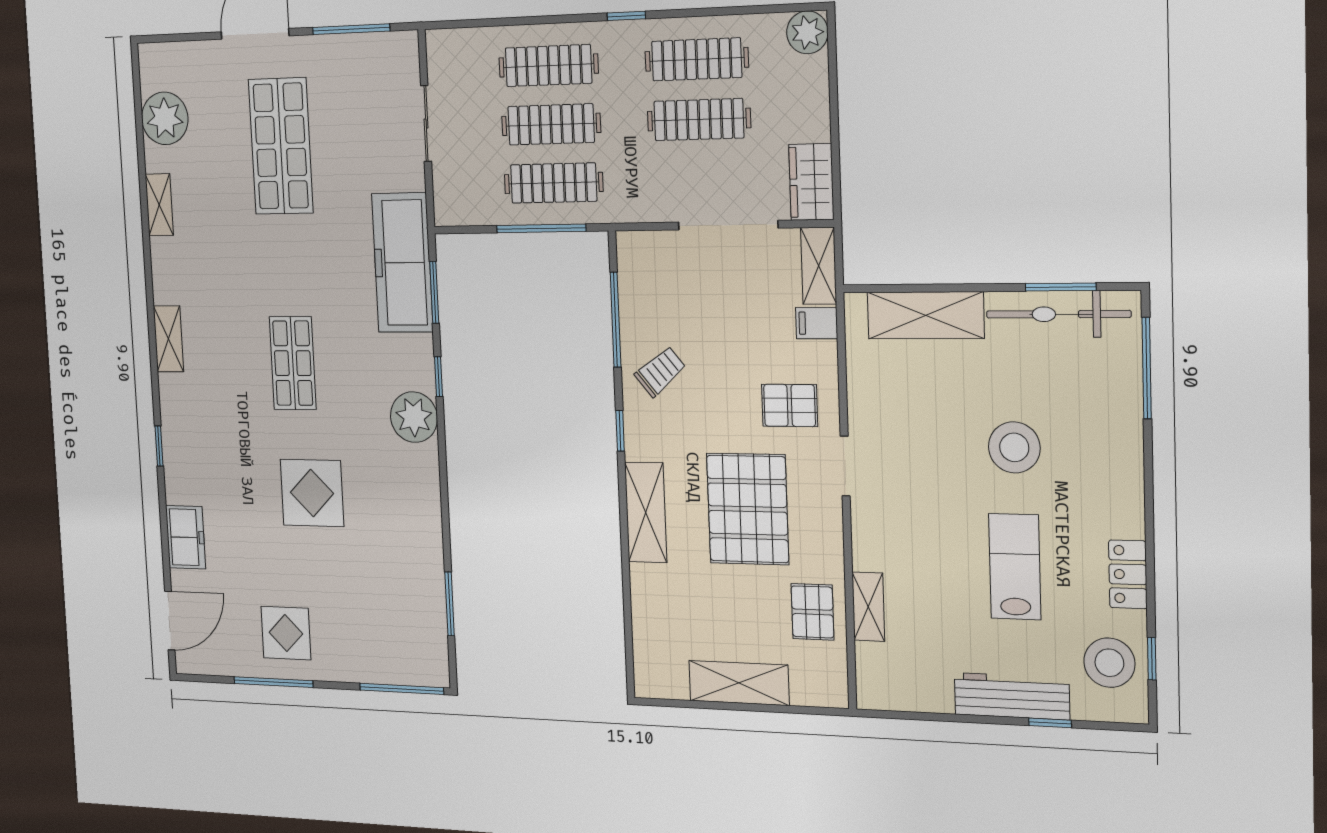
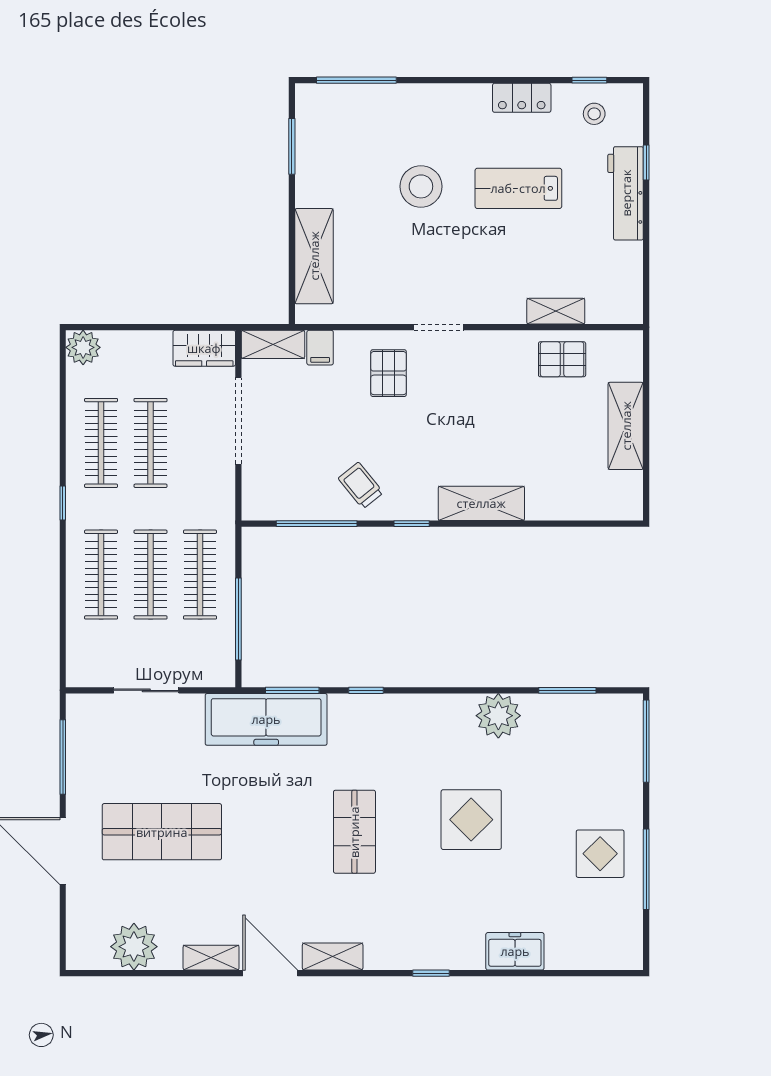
window: (541, 228) -> (238, 619), moved
bicycle: (1058, 314) -> (314, 149), removed
shop shelf: (293, 363) -> (354, 832), turned 90
plant: (414, 417) -> (498, 716), moved
pallet: (748, 509) -> (476, 413), removed
door: (170, 621) -> (270, 973), moved
stool: (1109, 663) -> (594, 114), width x0.53, depth x0.53

